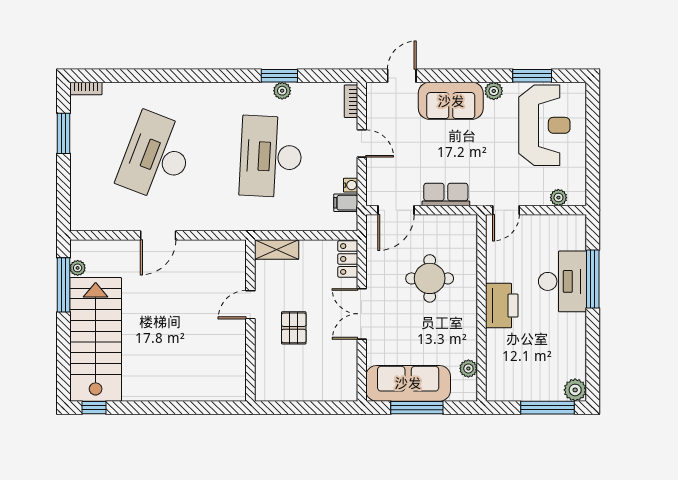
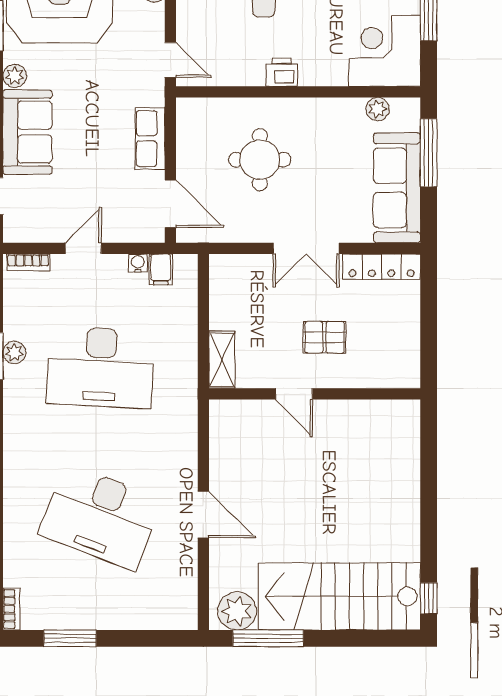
locker: (348, 259) -> (382, 267), moved, width x1.53
plant: (78, 268) -> (237, 611), width x1.87, depth x1.87
printer: (502, 306) -> (282, 72), width x0.53, depth x0.68
corner desk: (513, 374) -> (385, 51), added
window: (417, 408) -> (429, 153), moved

